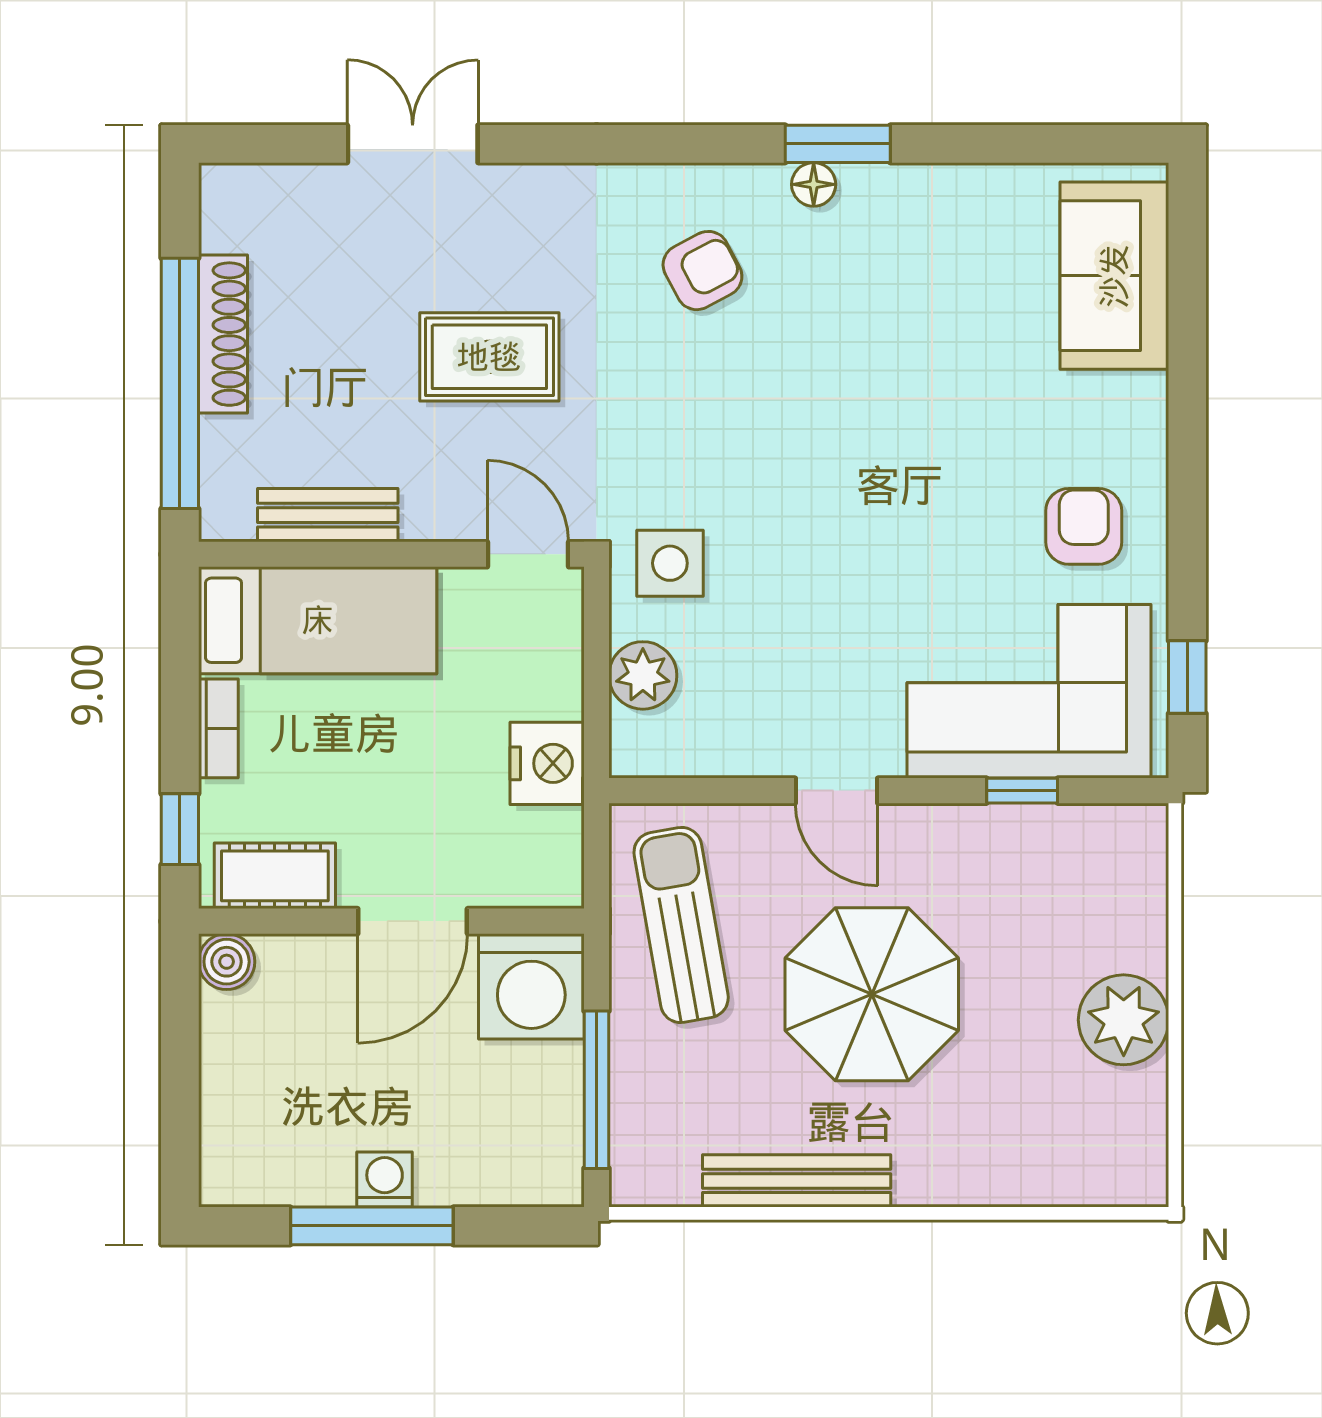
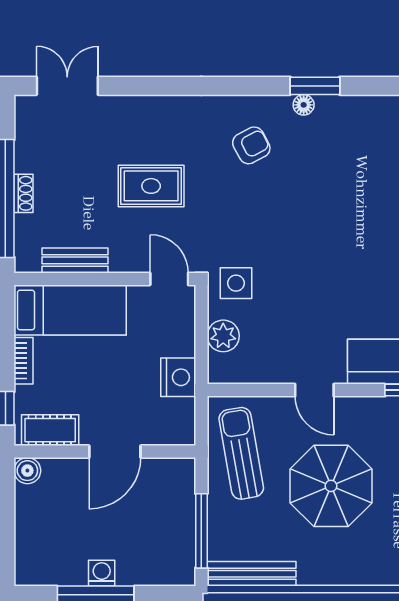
double door: (413, 144) -> (67, 86), moved
shoe rack: (223, 334) -> (23, 193), width x0.51, depth x0.81
washing machine: (531, 986) -> (171, 482), removed
bench: (797, 1181) -> (252, 574), moved

